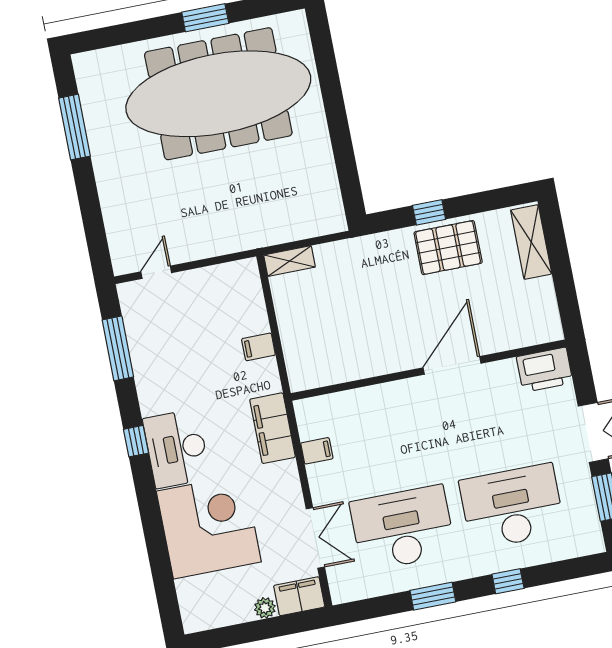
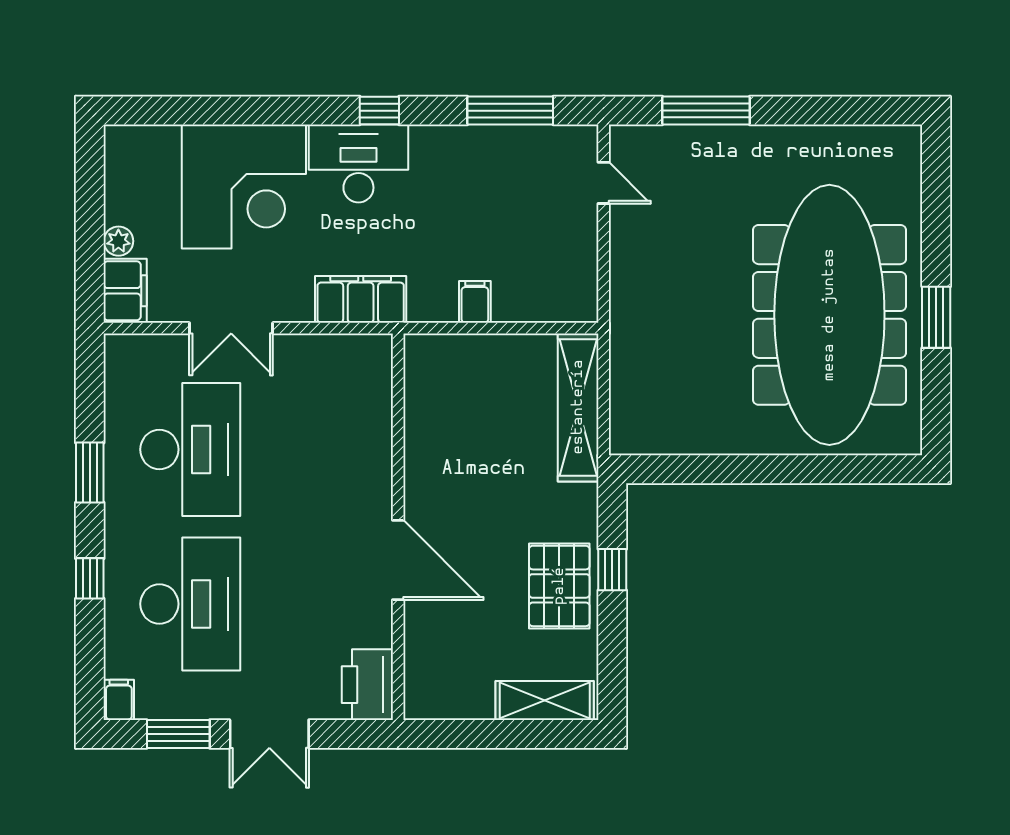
window: (74, 127) -> (706, 111), moved
shelving: (290, 261) -> (578, 407), width x2.20, depth x1.33
filing cabinet: (317, 451) -> (119, 700), moved, turned 180
double door: (315, 538) -> (231, 328), moved

